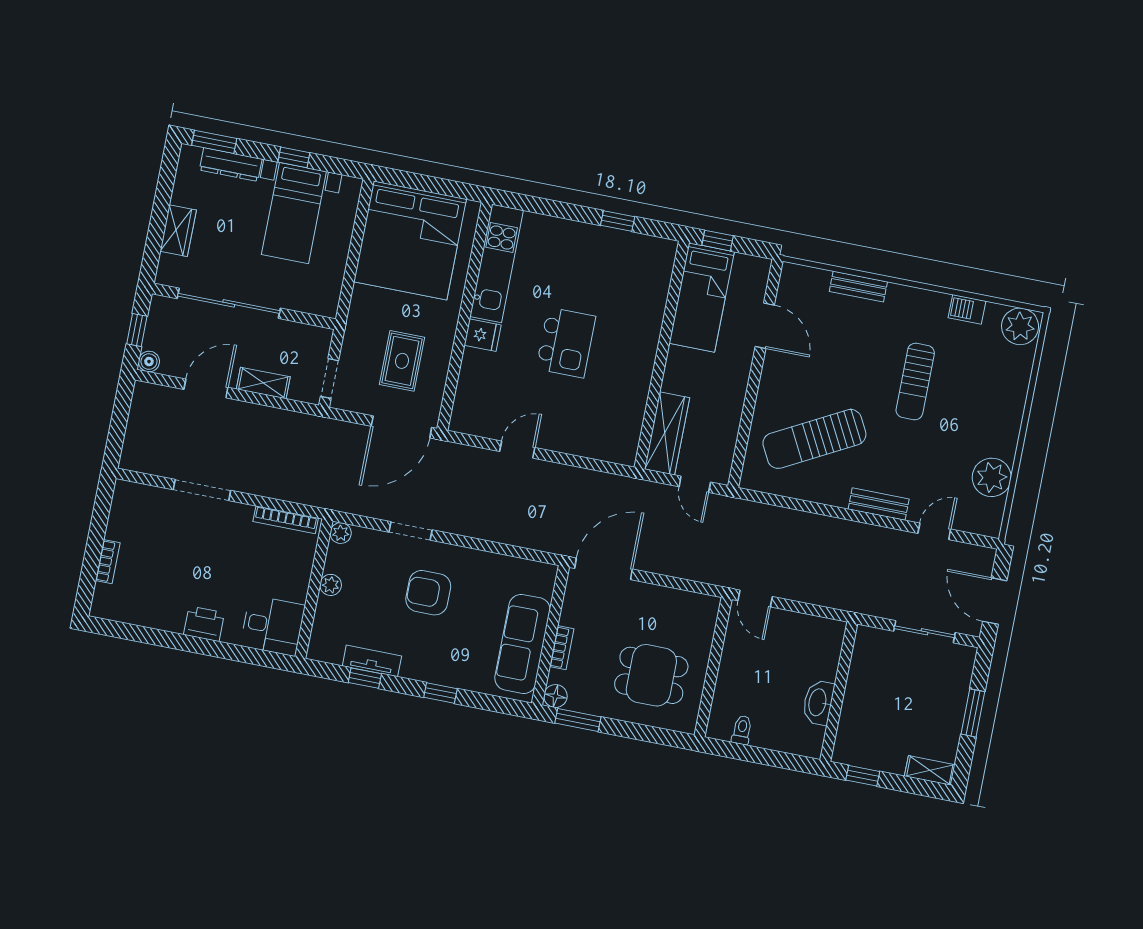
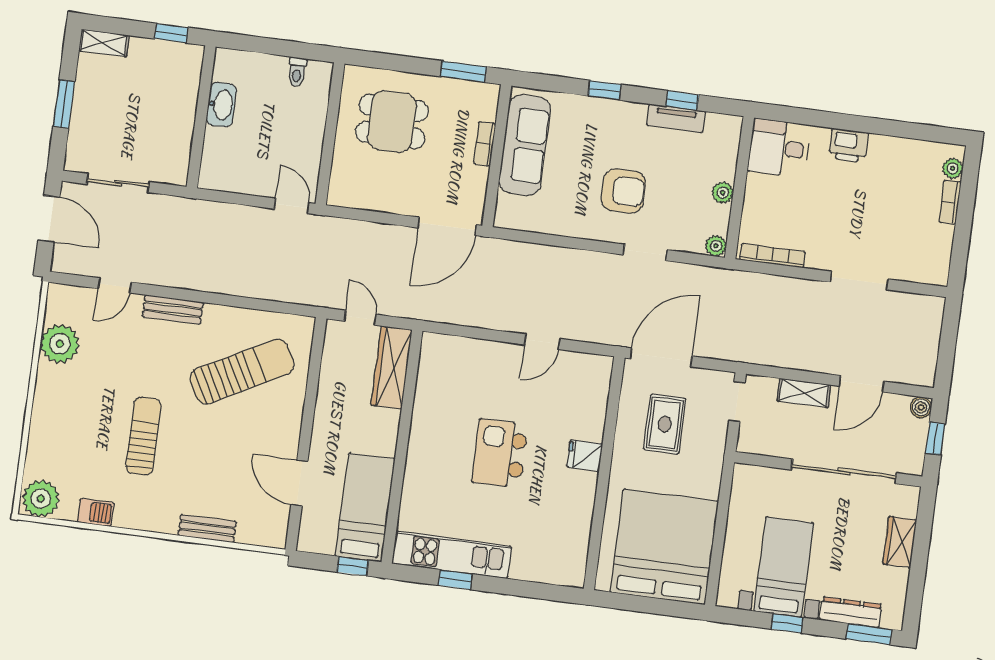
kitchen unit: (497, 263) -> (452, 555), moved, turned 90
plant: (103, 595) -> (953, 168), added
floor lamp: (555, 696) -> (488, 94), removed

